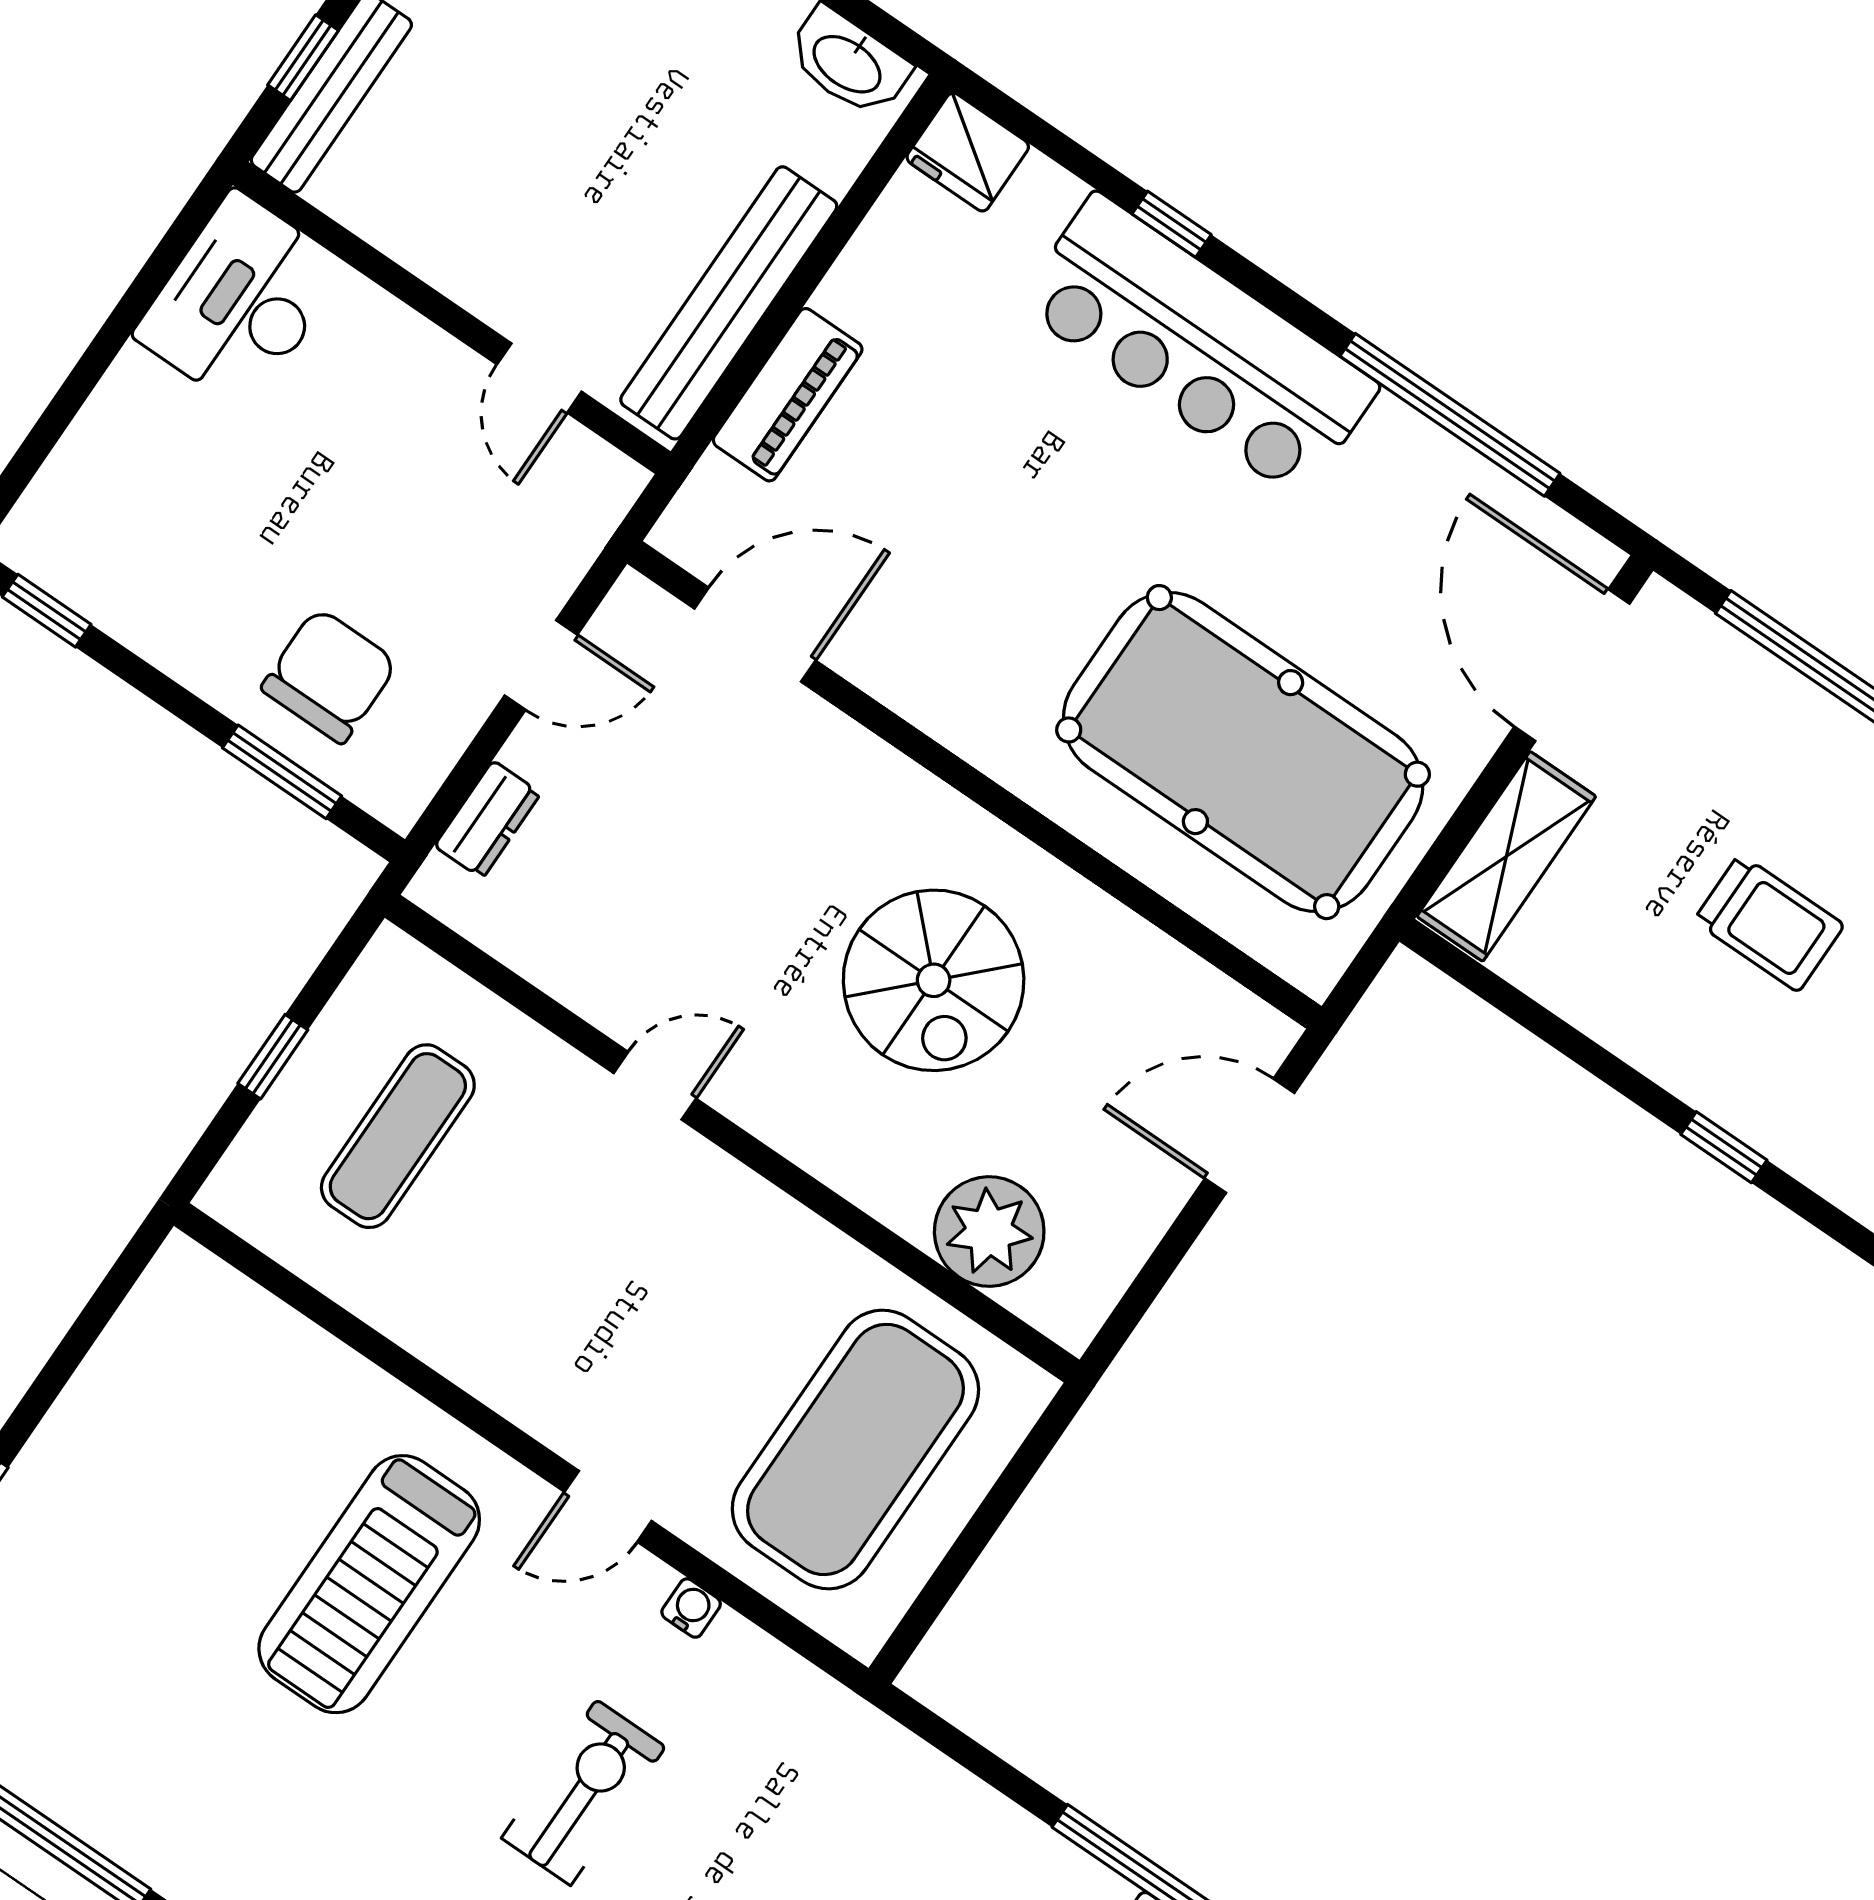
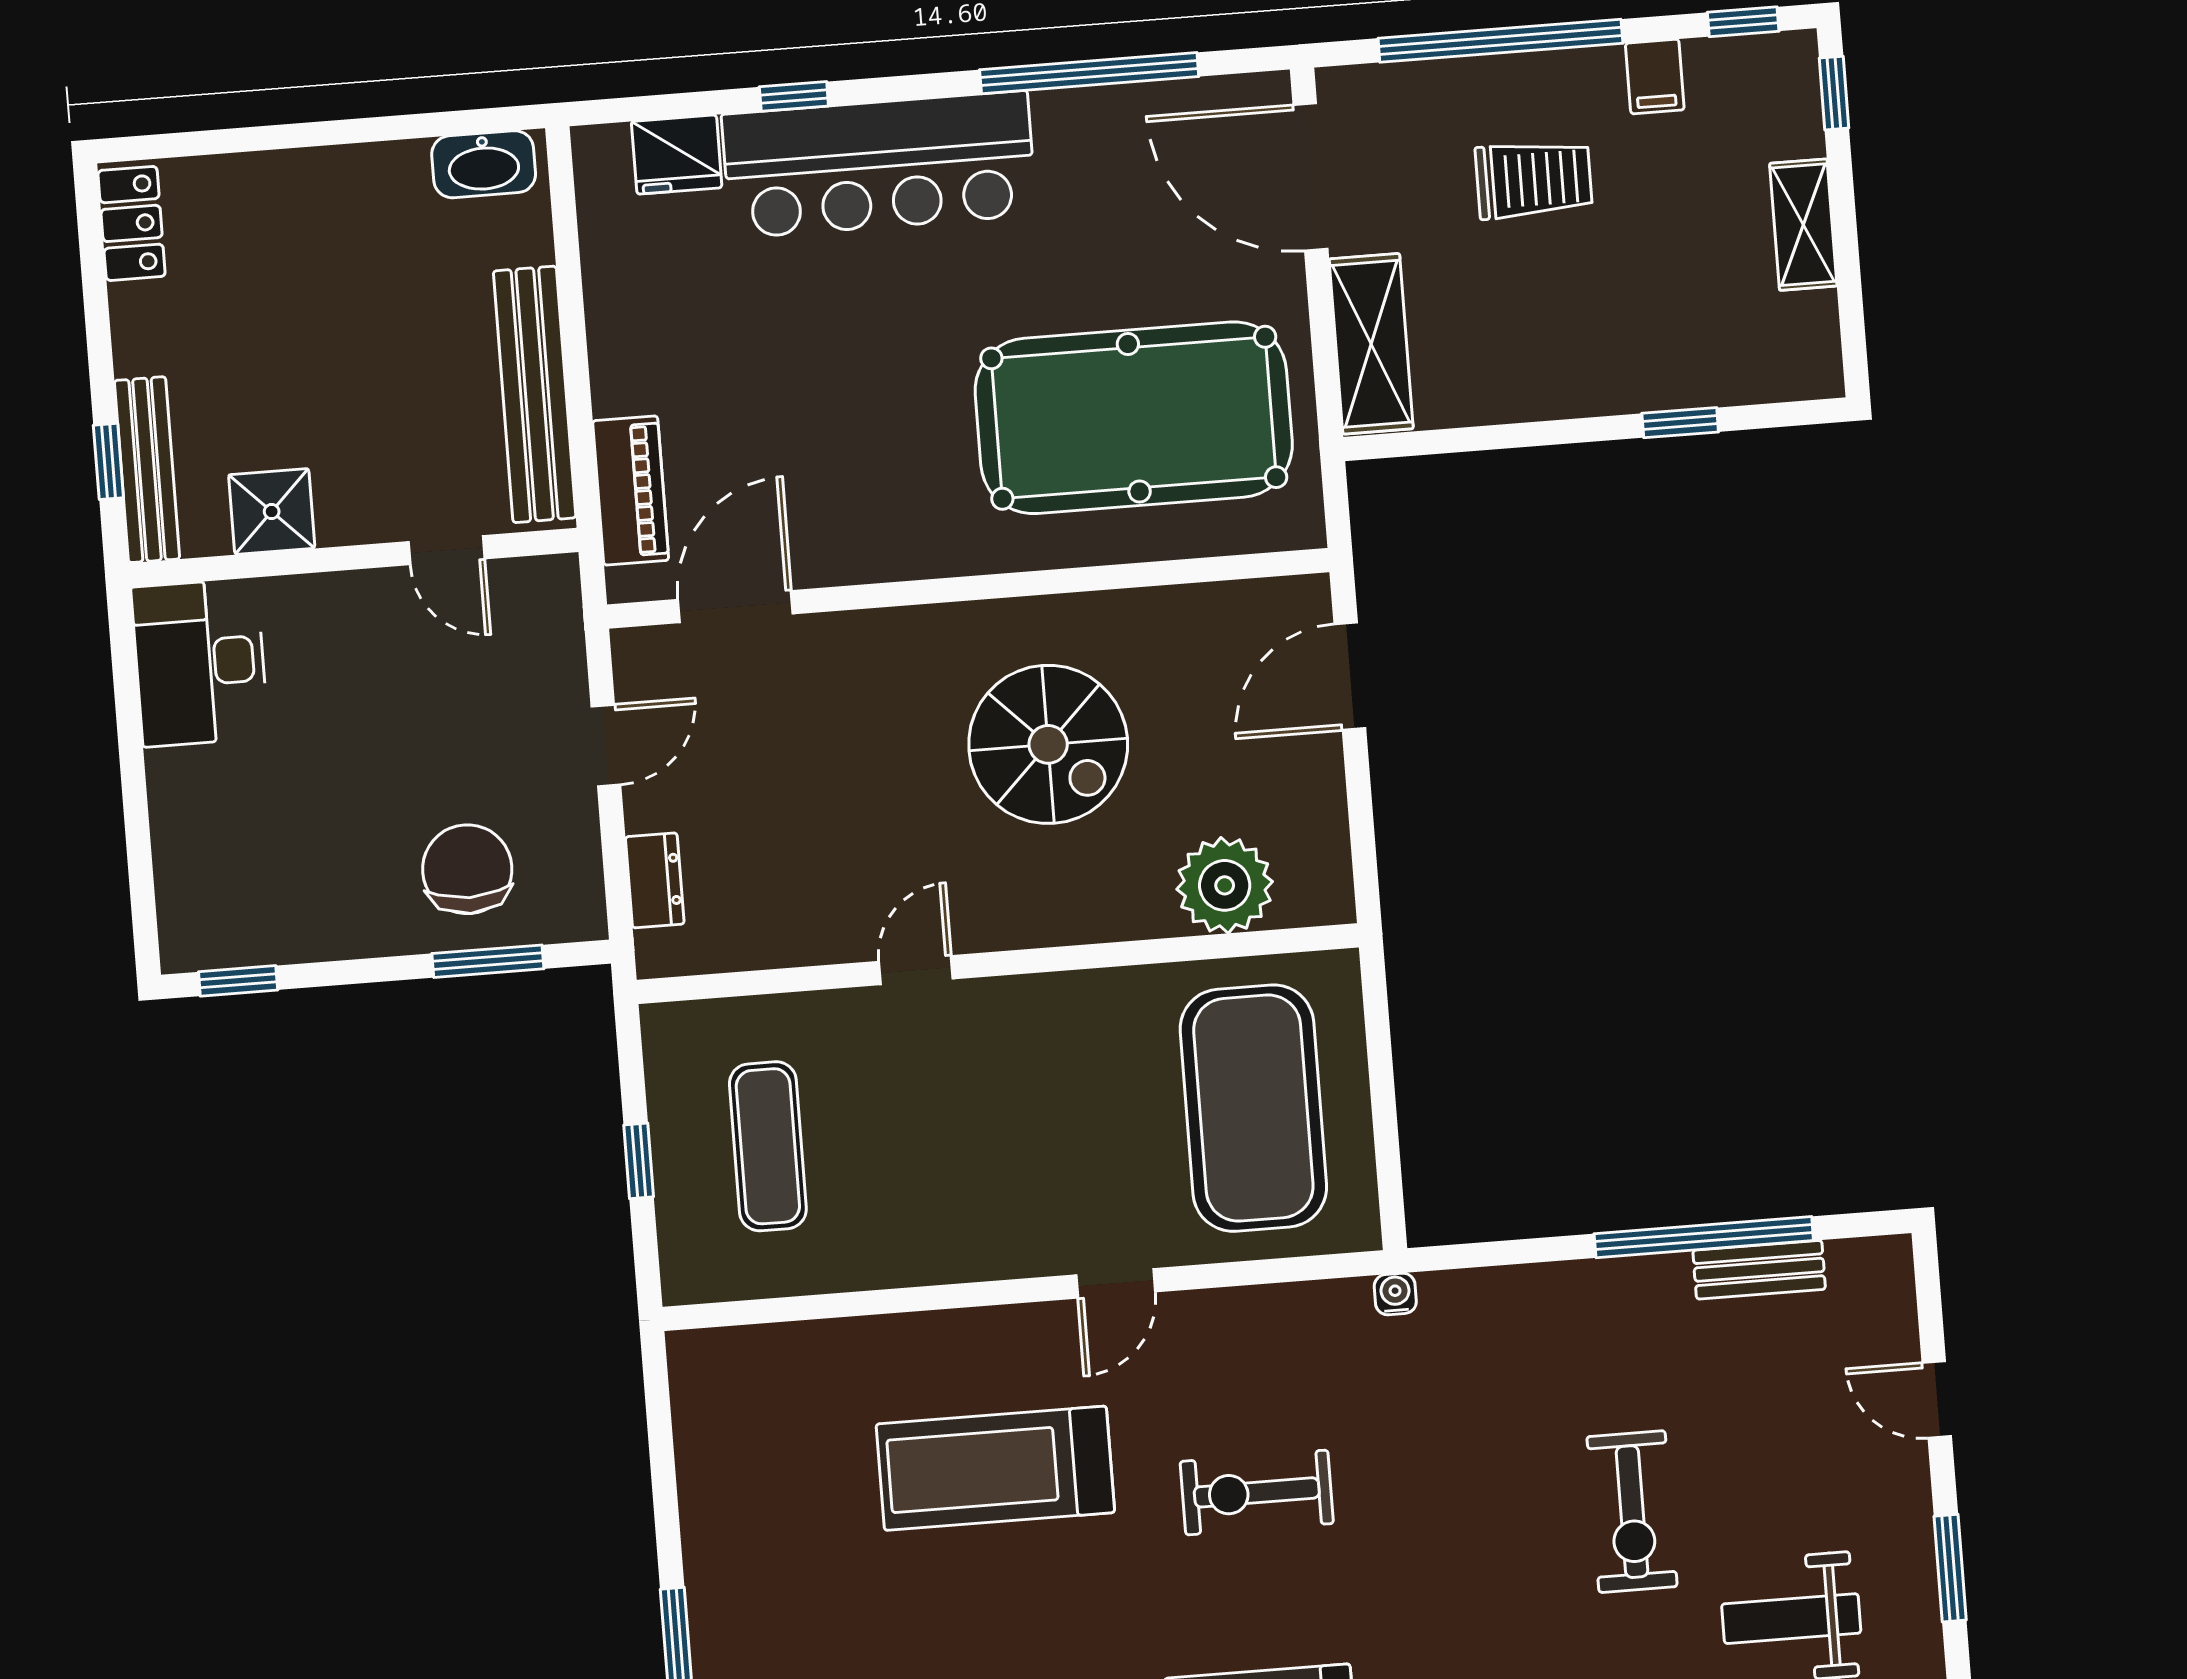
fridge: (968, 152) -> (677, 155), moved
shower: (412, 219) -> (272, 512), added
piano: (788, 395) -> (631, 491), moved
trolley: (1769, 923) -> (1534, 179), moved
treadmill: (369, 1584) -> (995, 1468), turned 90
water cooler: (691, 1608) -> (1395, 1294), moved
exercise bike: (584, 1793) -> (1257, 1492), turned -90

